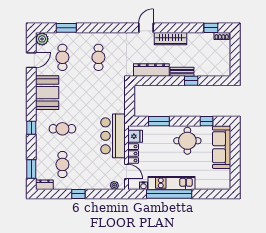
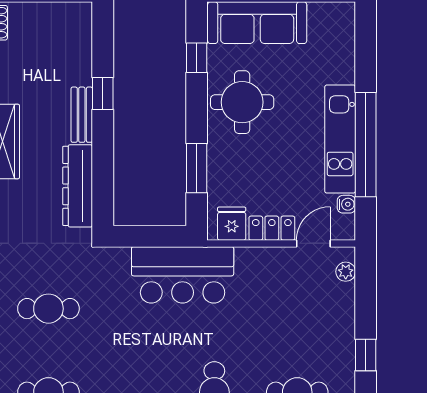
bar counter: (113, 136) -> (183, 275), moved

